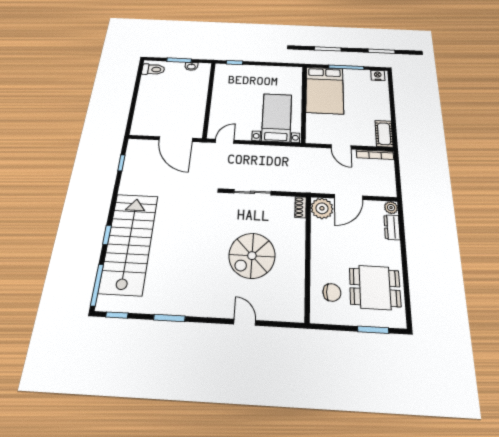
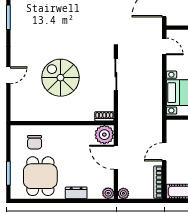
plant: (390, 191) -> (123, 193), added
dresser: (392, 227) -> (76, 193), moved

